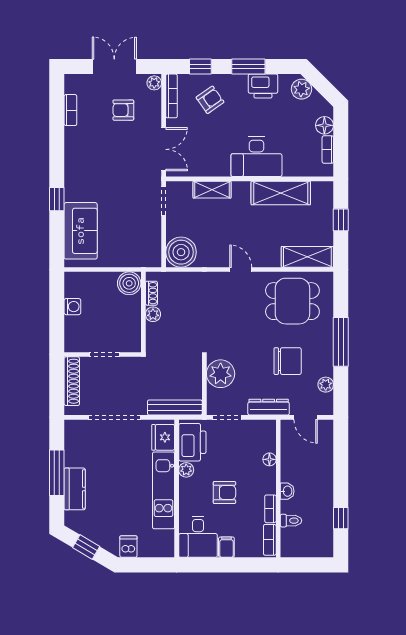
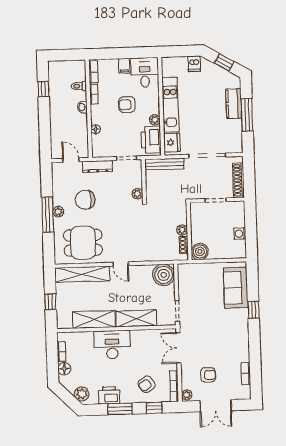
shelving: (212, 190) -> (136, 318), width x1.50, depth x1.33
shelving: (307, 257) -> (82, 274), width x1.47
plant: (221, 374) -> (137, 194), width x0.53, depth x0.53
plant: (326, 385) -> (58, 212), moved

